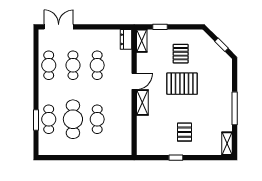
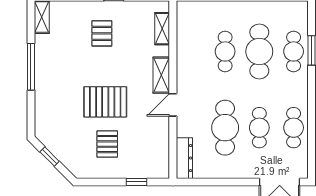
dresser: (126, 39) -> (184, 158), width x1.44
shelving: (142, 41) -> (162, 29), moved
cafe table: (97, 65) -> (225, 128), width x1.37, depth x1.35

